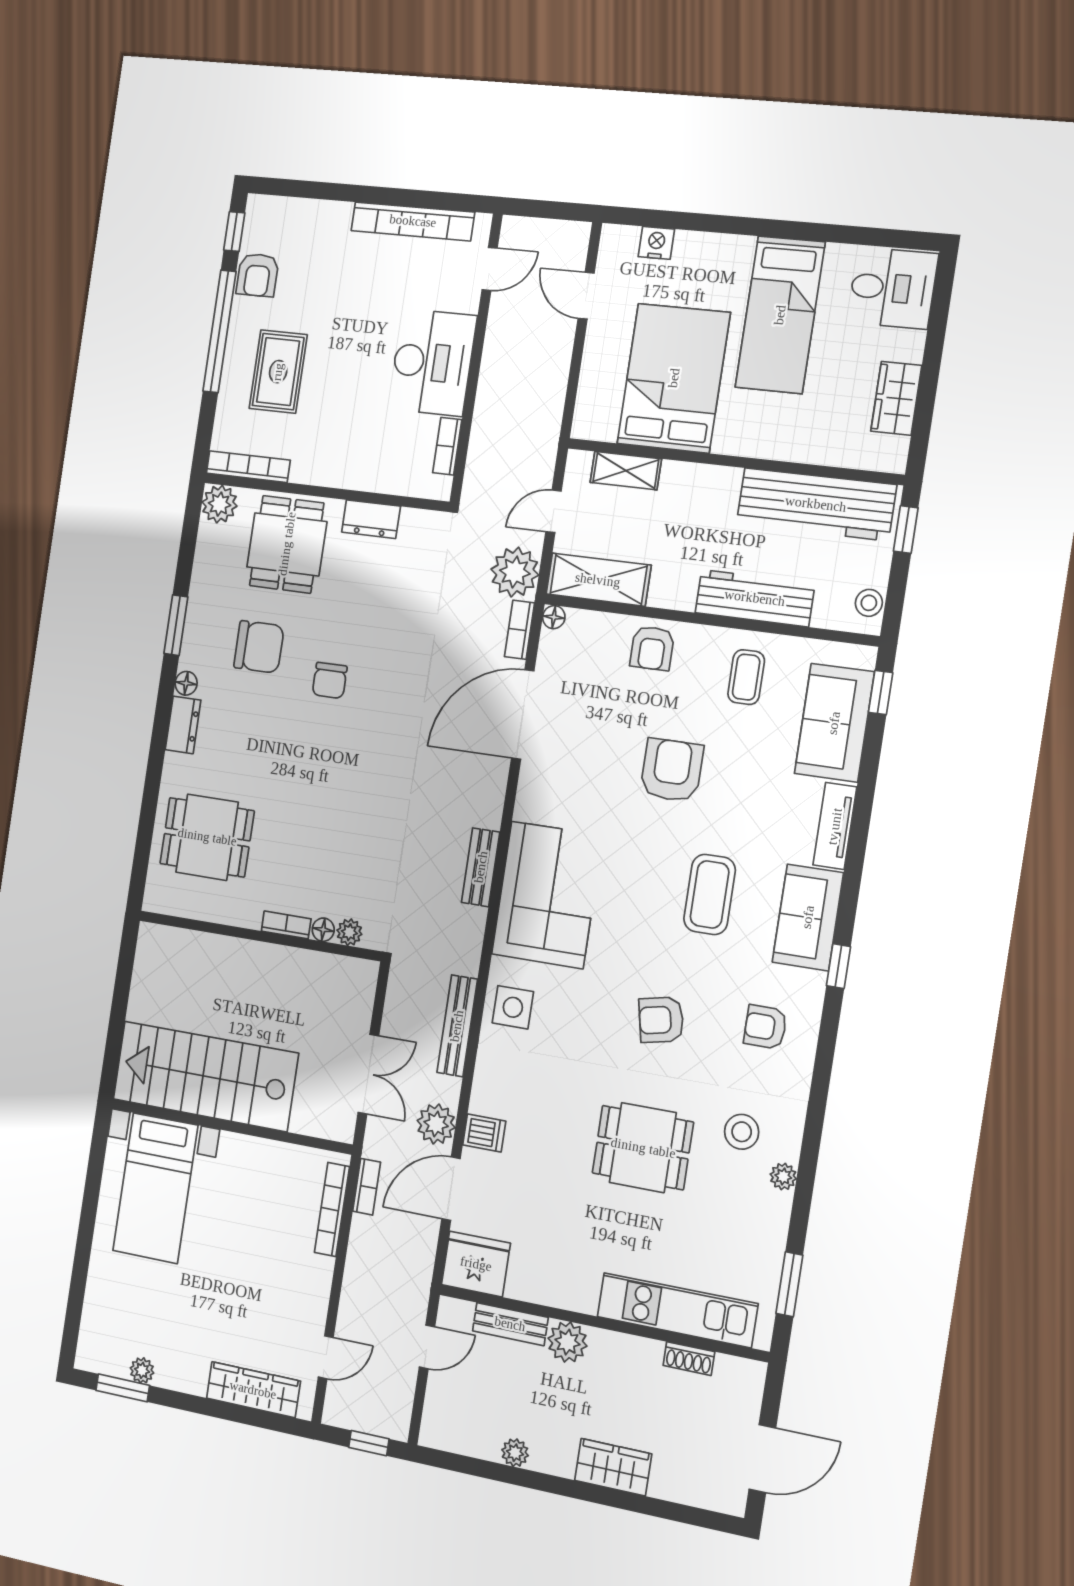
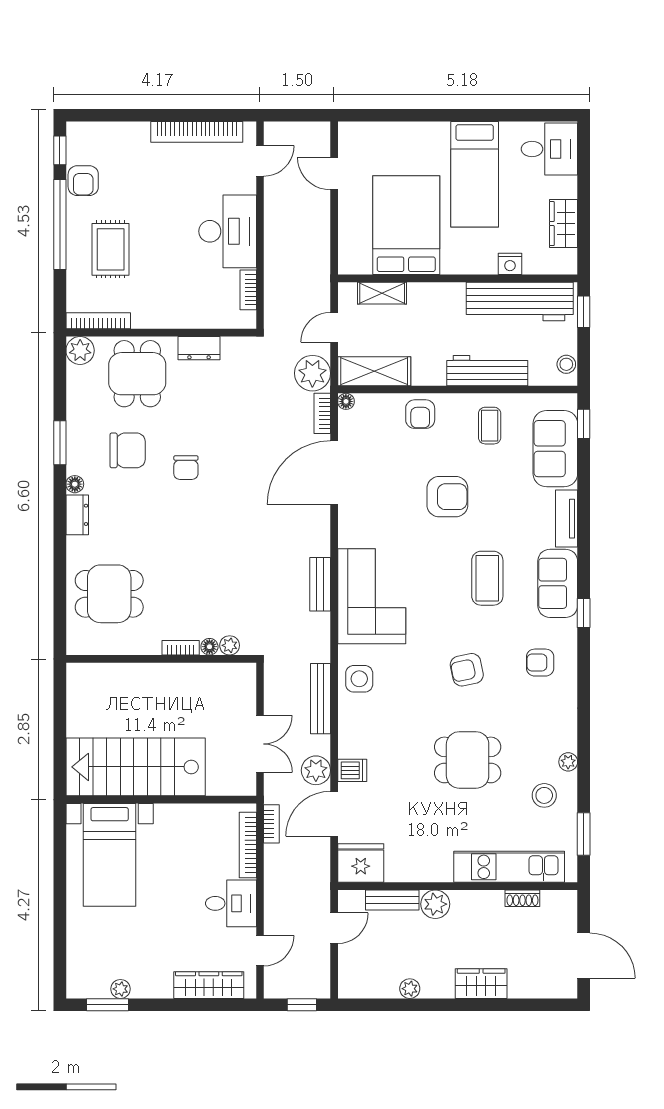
nightstand: (656, 243) -> (510, 264), moved, turned 180
armchair: (672, 770) -> (447, 497), turned 90
stool: (742, 1132) -> (544, 795), moved
desk: (298, 1285) -> (231, 903), added
door: (762, 1459) -> (584, 956), hinge flipped

